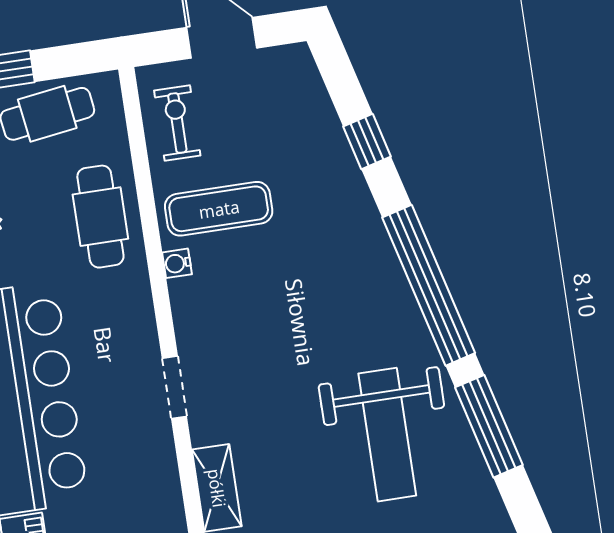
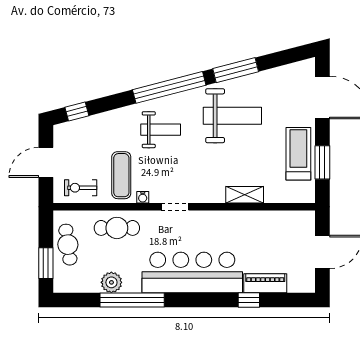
window: (367, 141) -> (77, 111), moved
weight bench: (332, 280) -> (161, 130), added
doorway: (174, 387) -> (175, 207), moved

